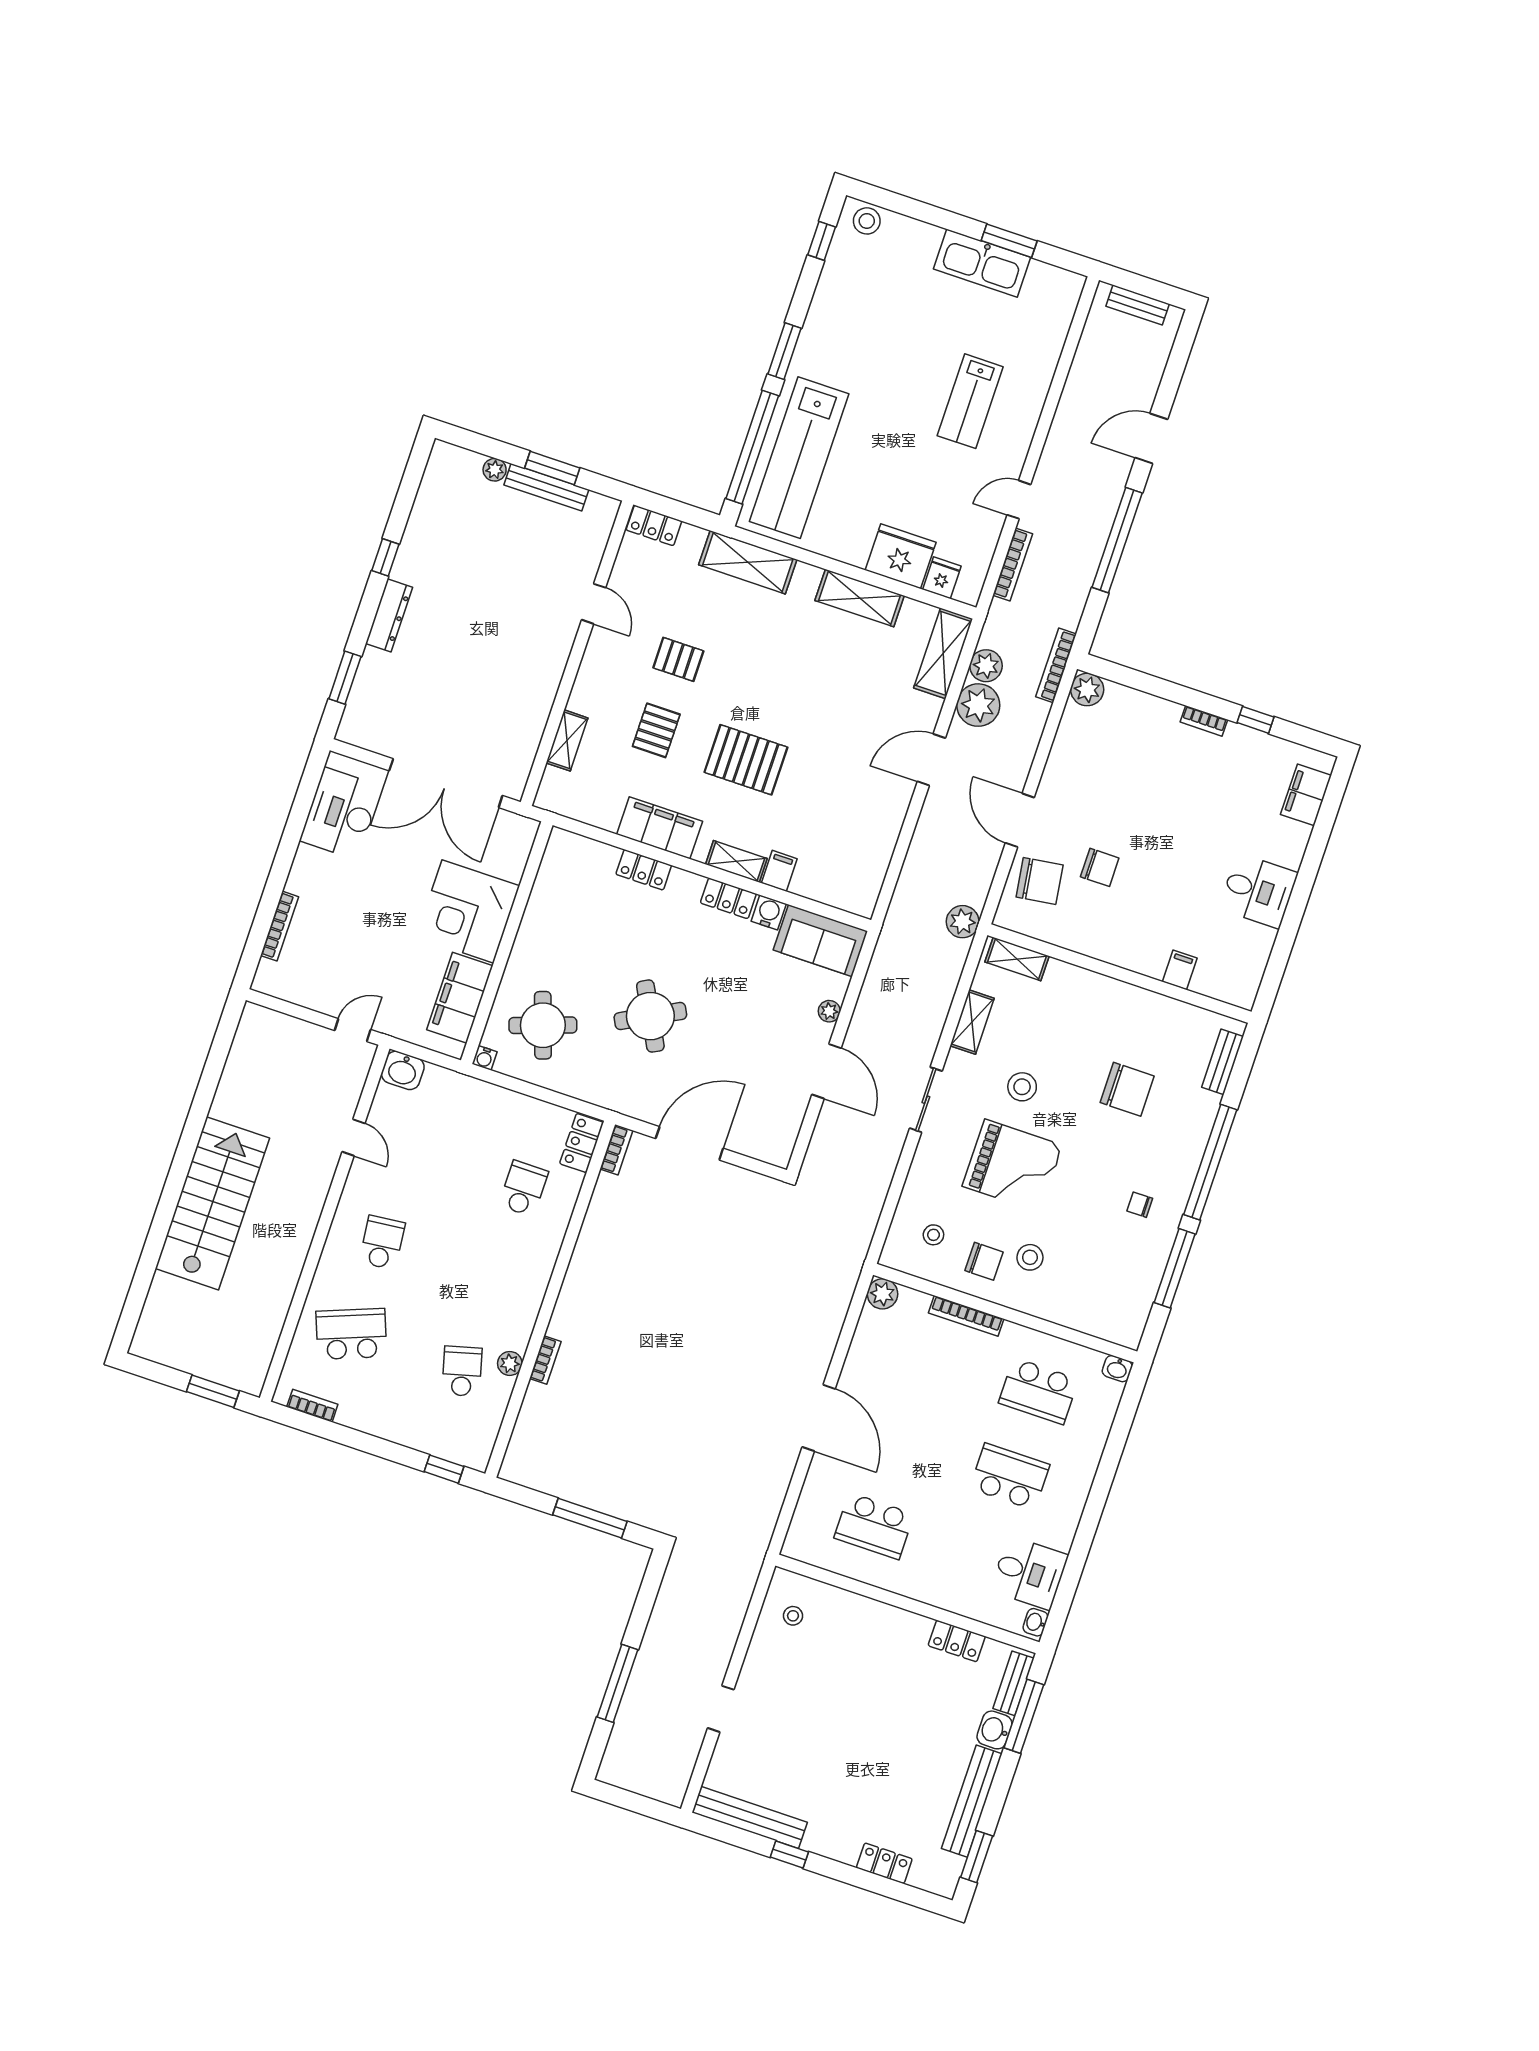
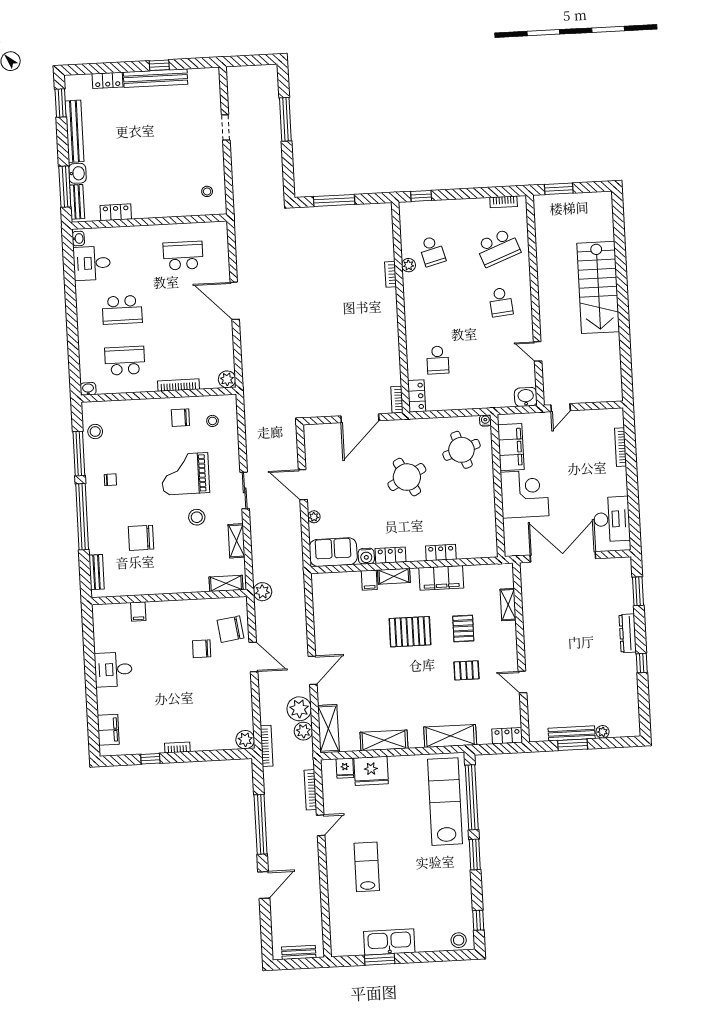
stool: (1030, 1257) -> (95, 431), moved
bench: (750, 1817) -> (156, 78), moved

